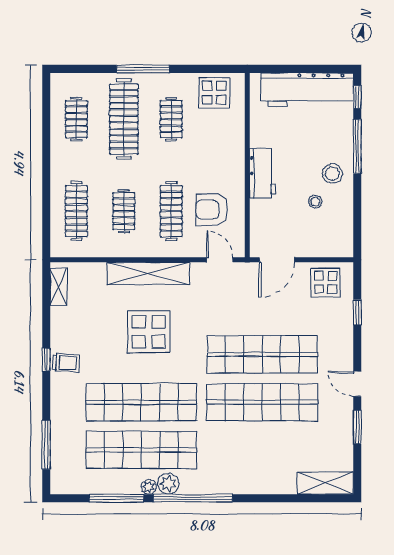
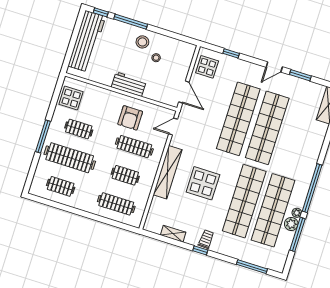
armchair: (212, 210) -> (130, 118), moved
shelving: (59, 287) -> (173, 234), moved
plant: (168, 484) -> (291, 224), moved

